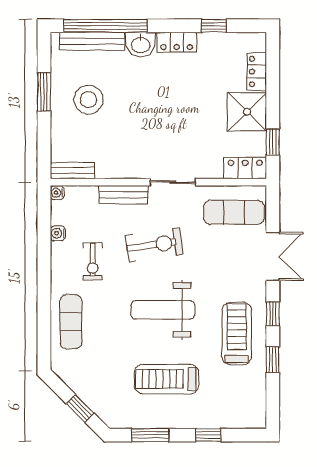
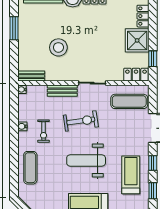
stool: (88, 100) -> (58, 47), moved
water cooler: (58, 233) -> (22, 126), moved

